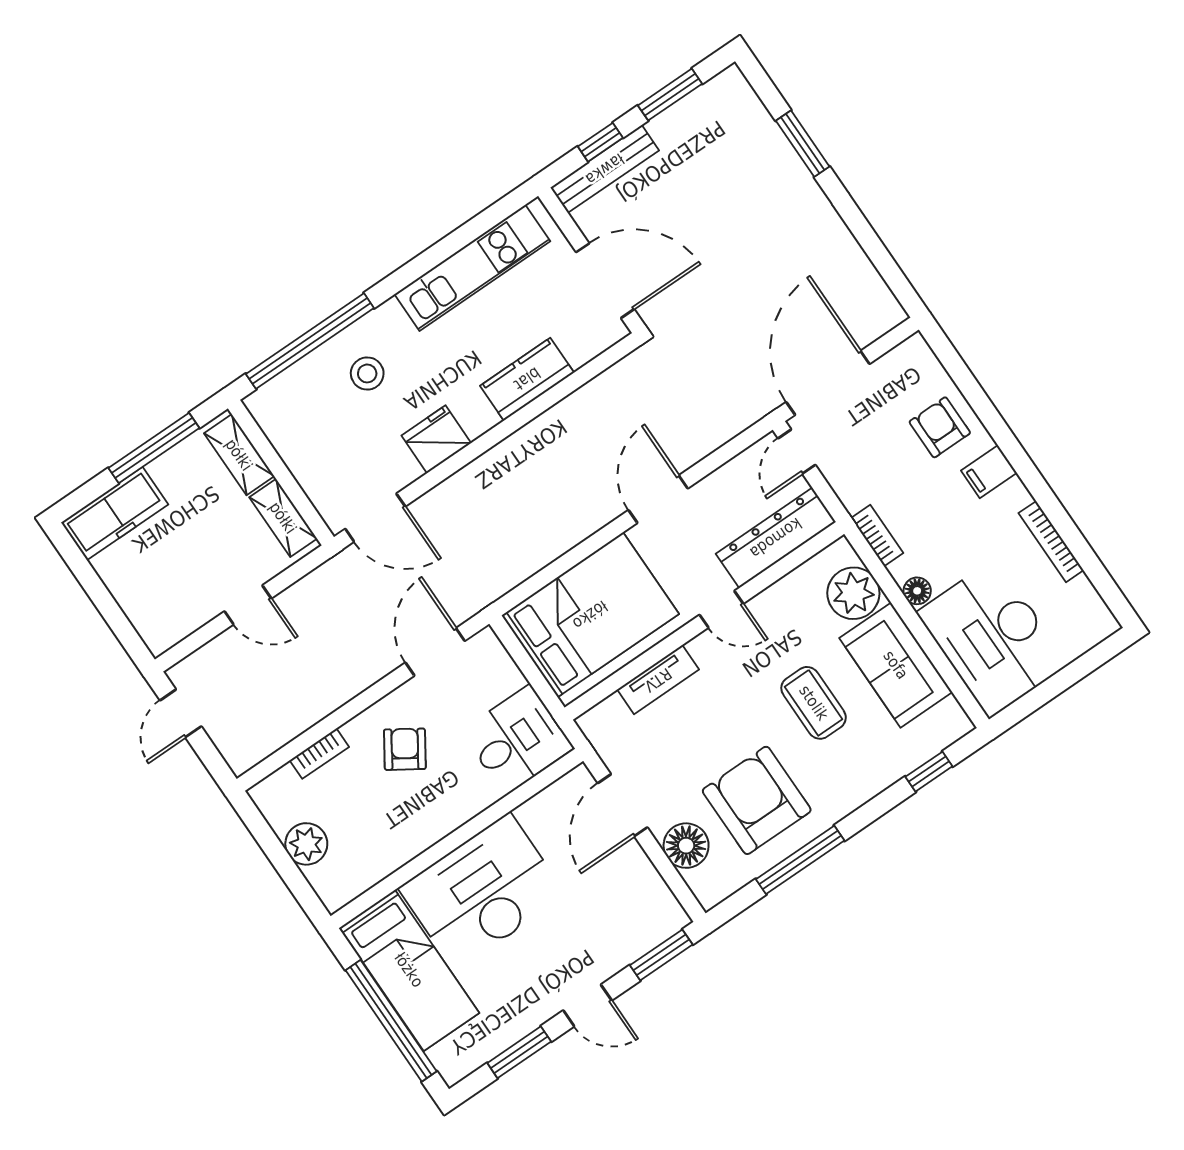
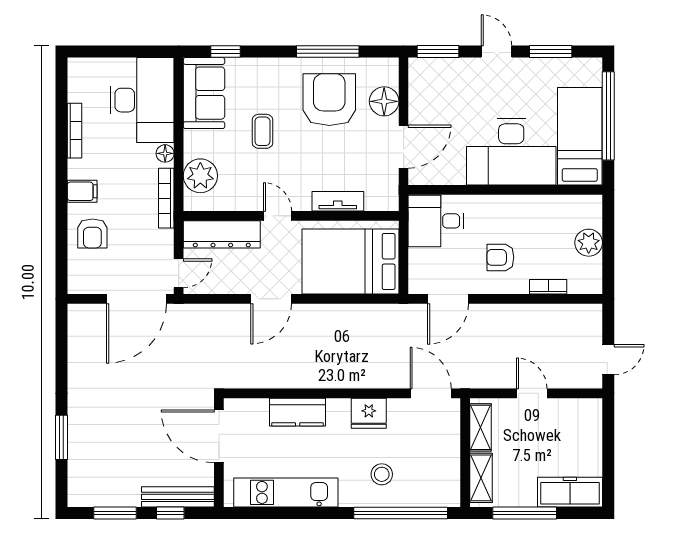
bookcase: (877, 536) -> (166, 198), width x1.56
sofa: (896, 665) -> (204, 93), moved
coffee table: (814, 703) -> (262, 131), width x0.73, depth x0.77
armchair: (405, 749) -> (500, 257), turned 57
armchair: (757, 800) -> (329, 100), turned 180

